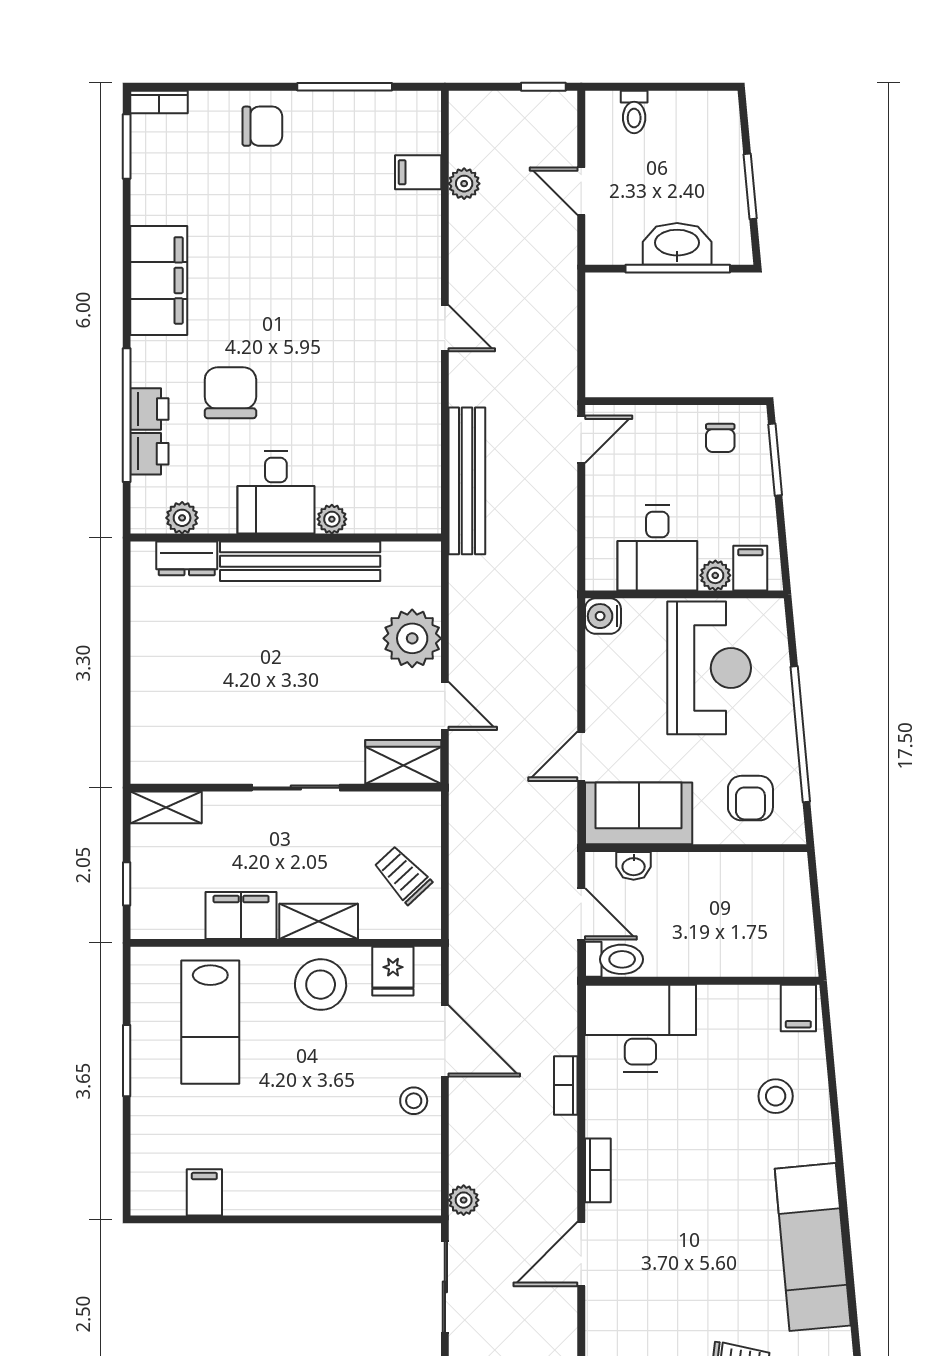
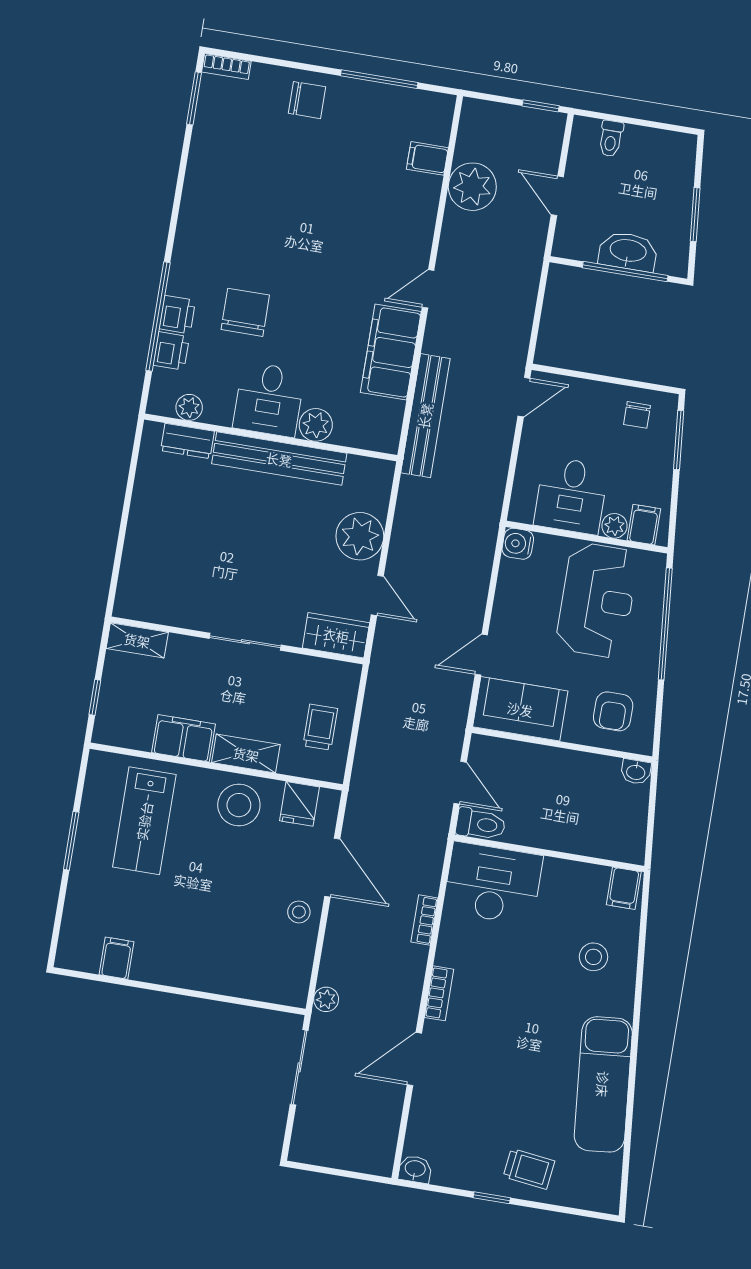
plant: (464, 184) -> (472, 187), width x1.88, depth x1.88
filing cabinet: (159, 280) -> (391, 352), moved, turned 180
door: (445, 328) -> (428, 289), swing flipped
plant: (332, 519) -> (316, 425), width x1.38, depth x1.38
window: (800, 734) -> (665, 624), moved
washbasin: (634, 866) -> (636, 772), moved
trolley: (403, 875) -> (320, 727), turned 43

